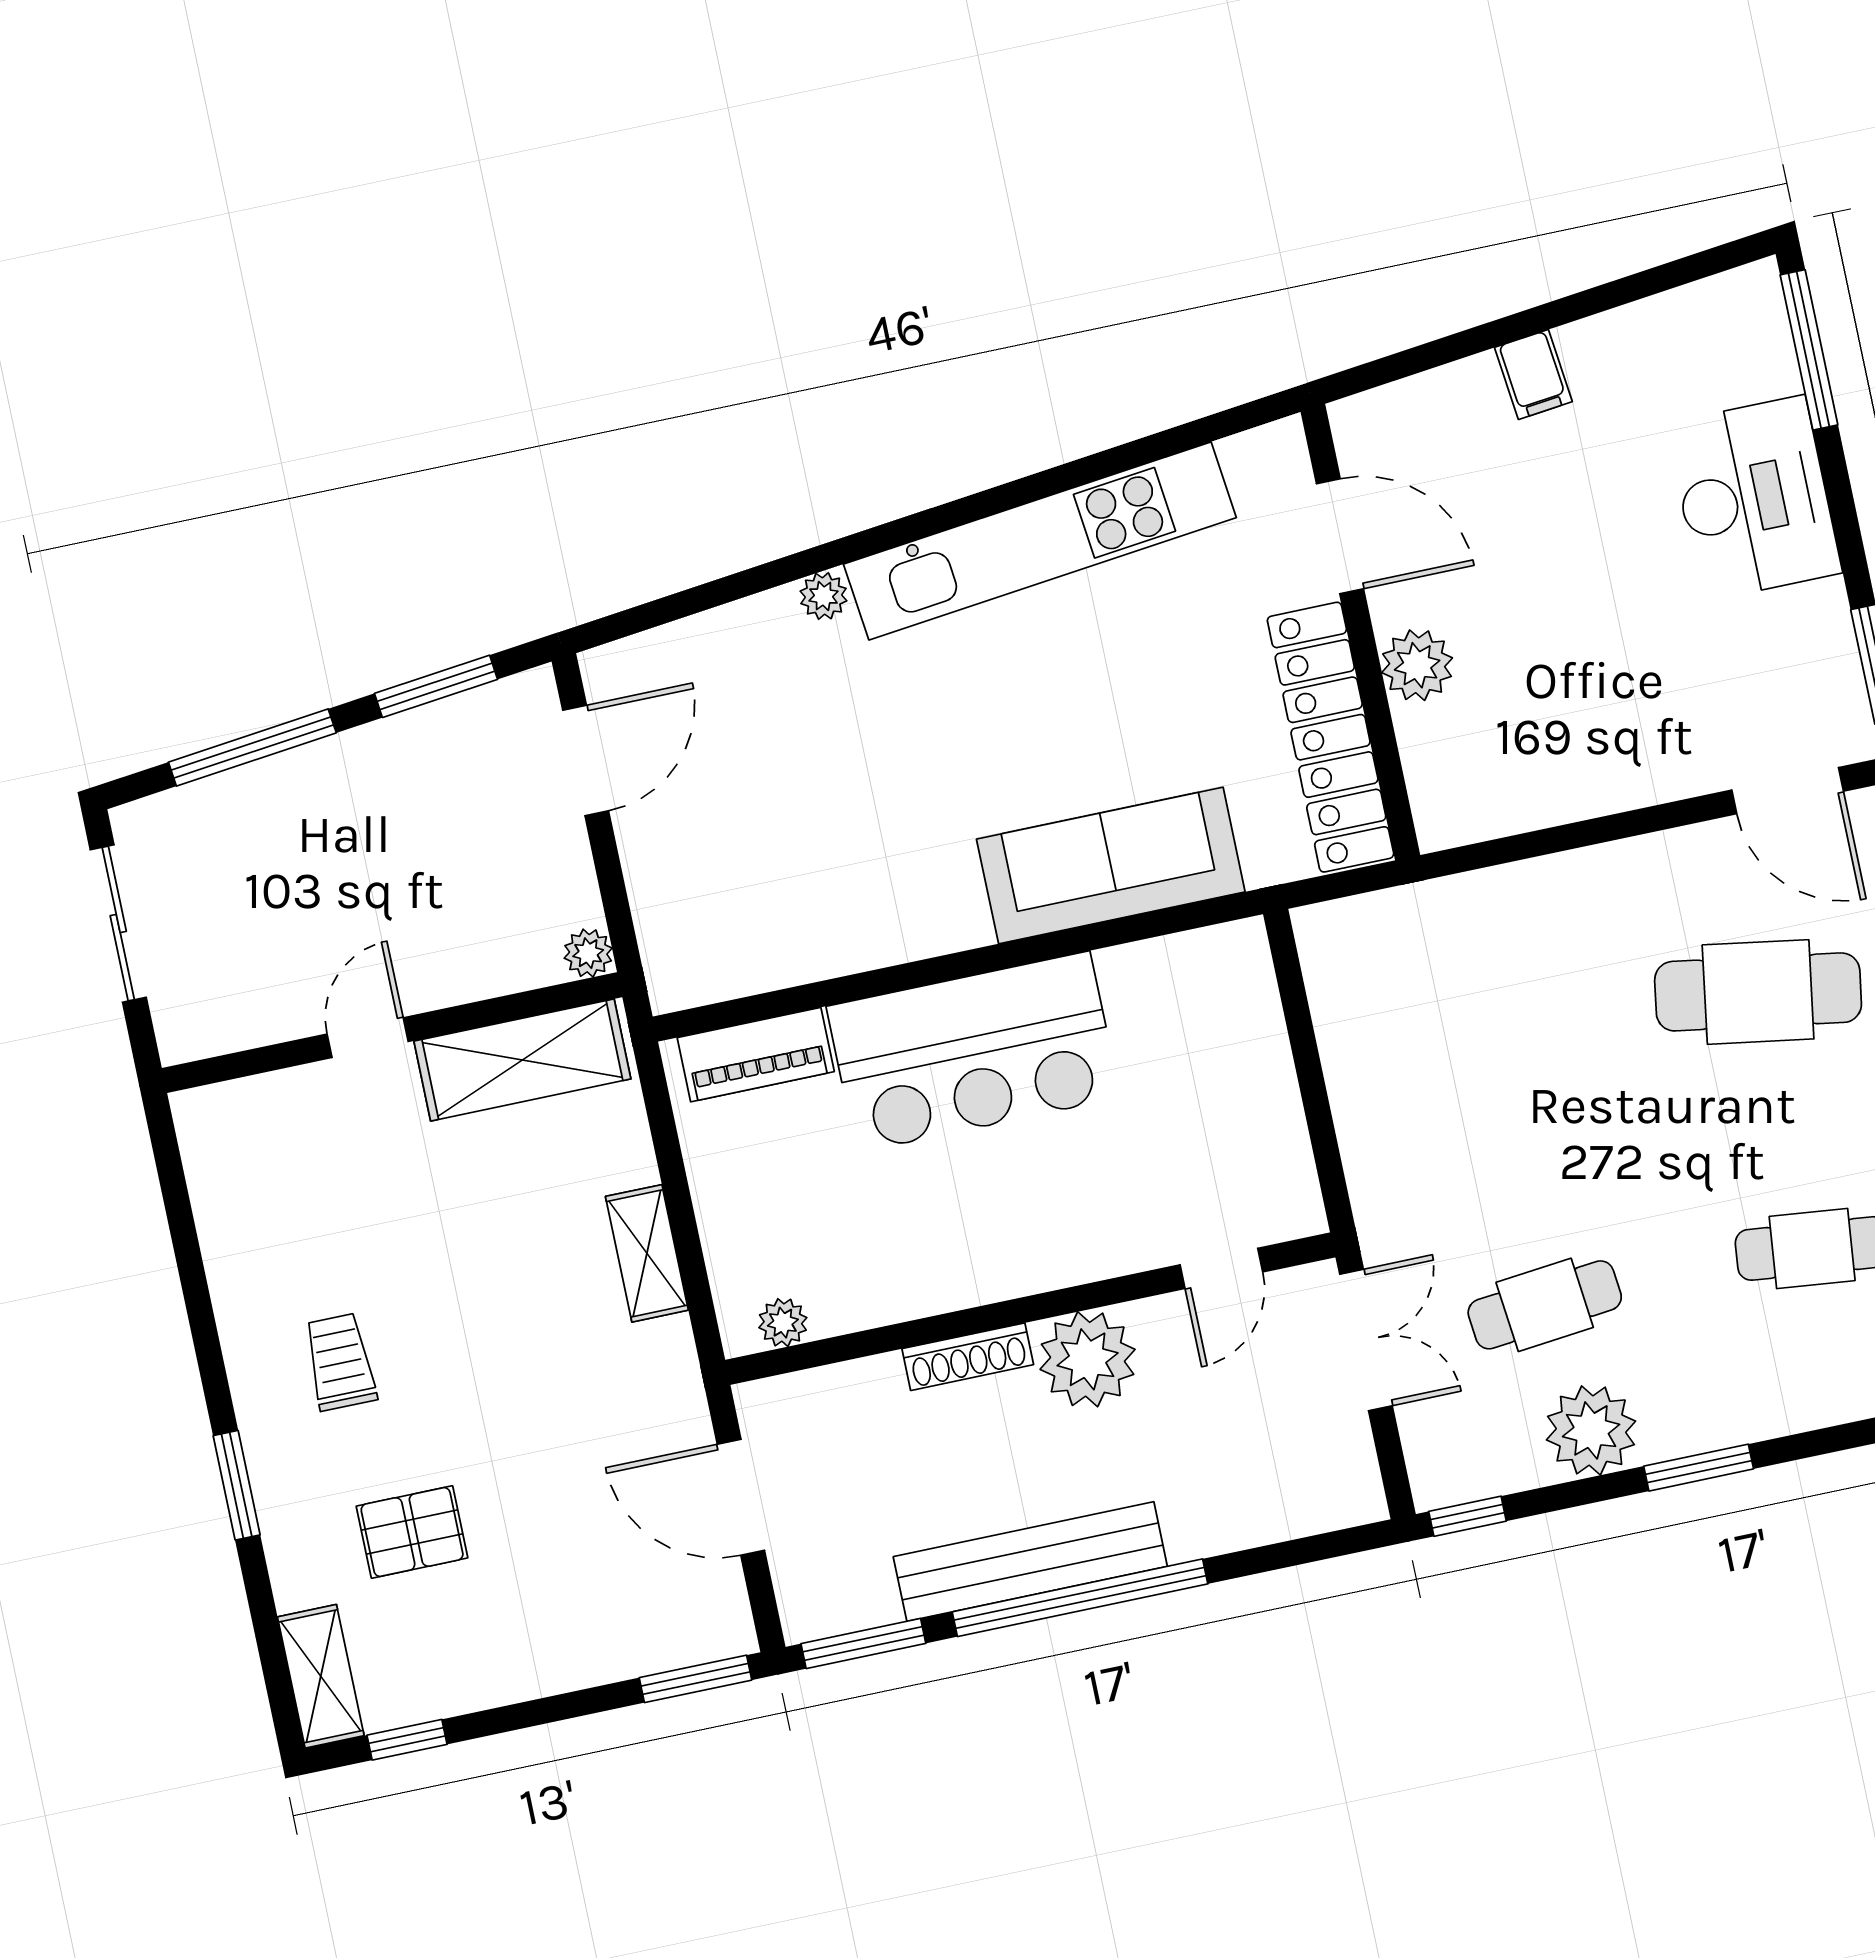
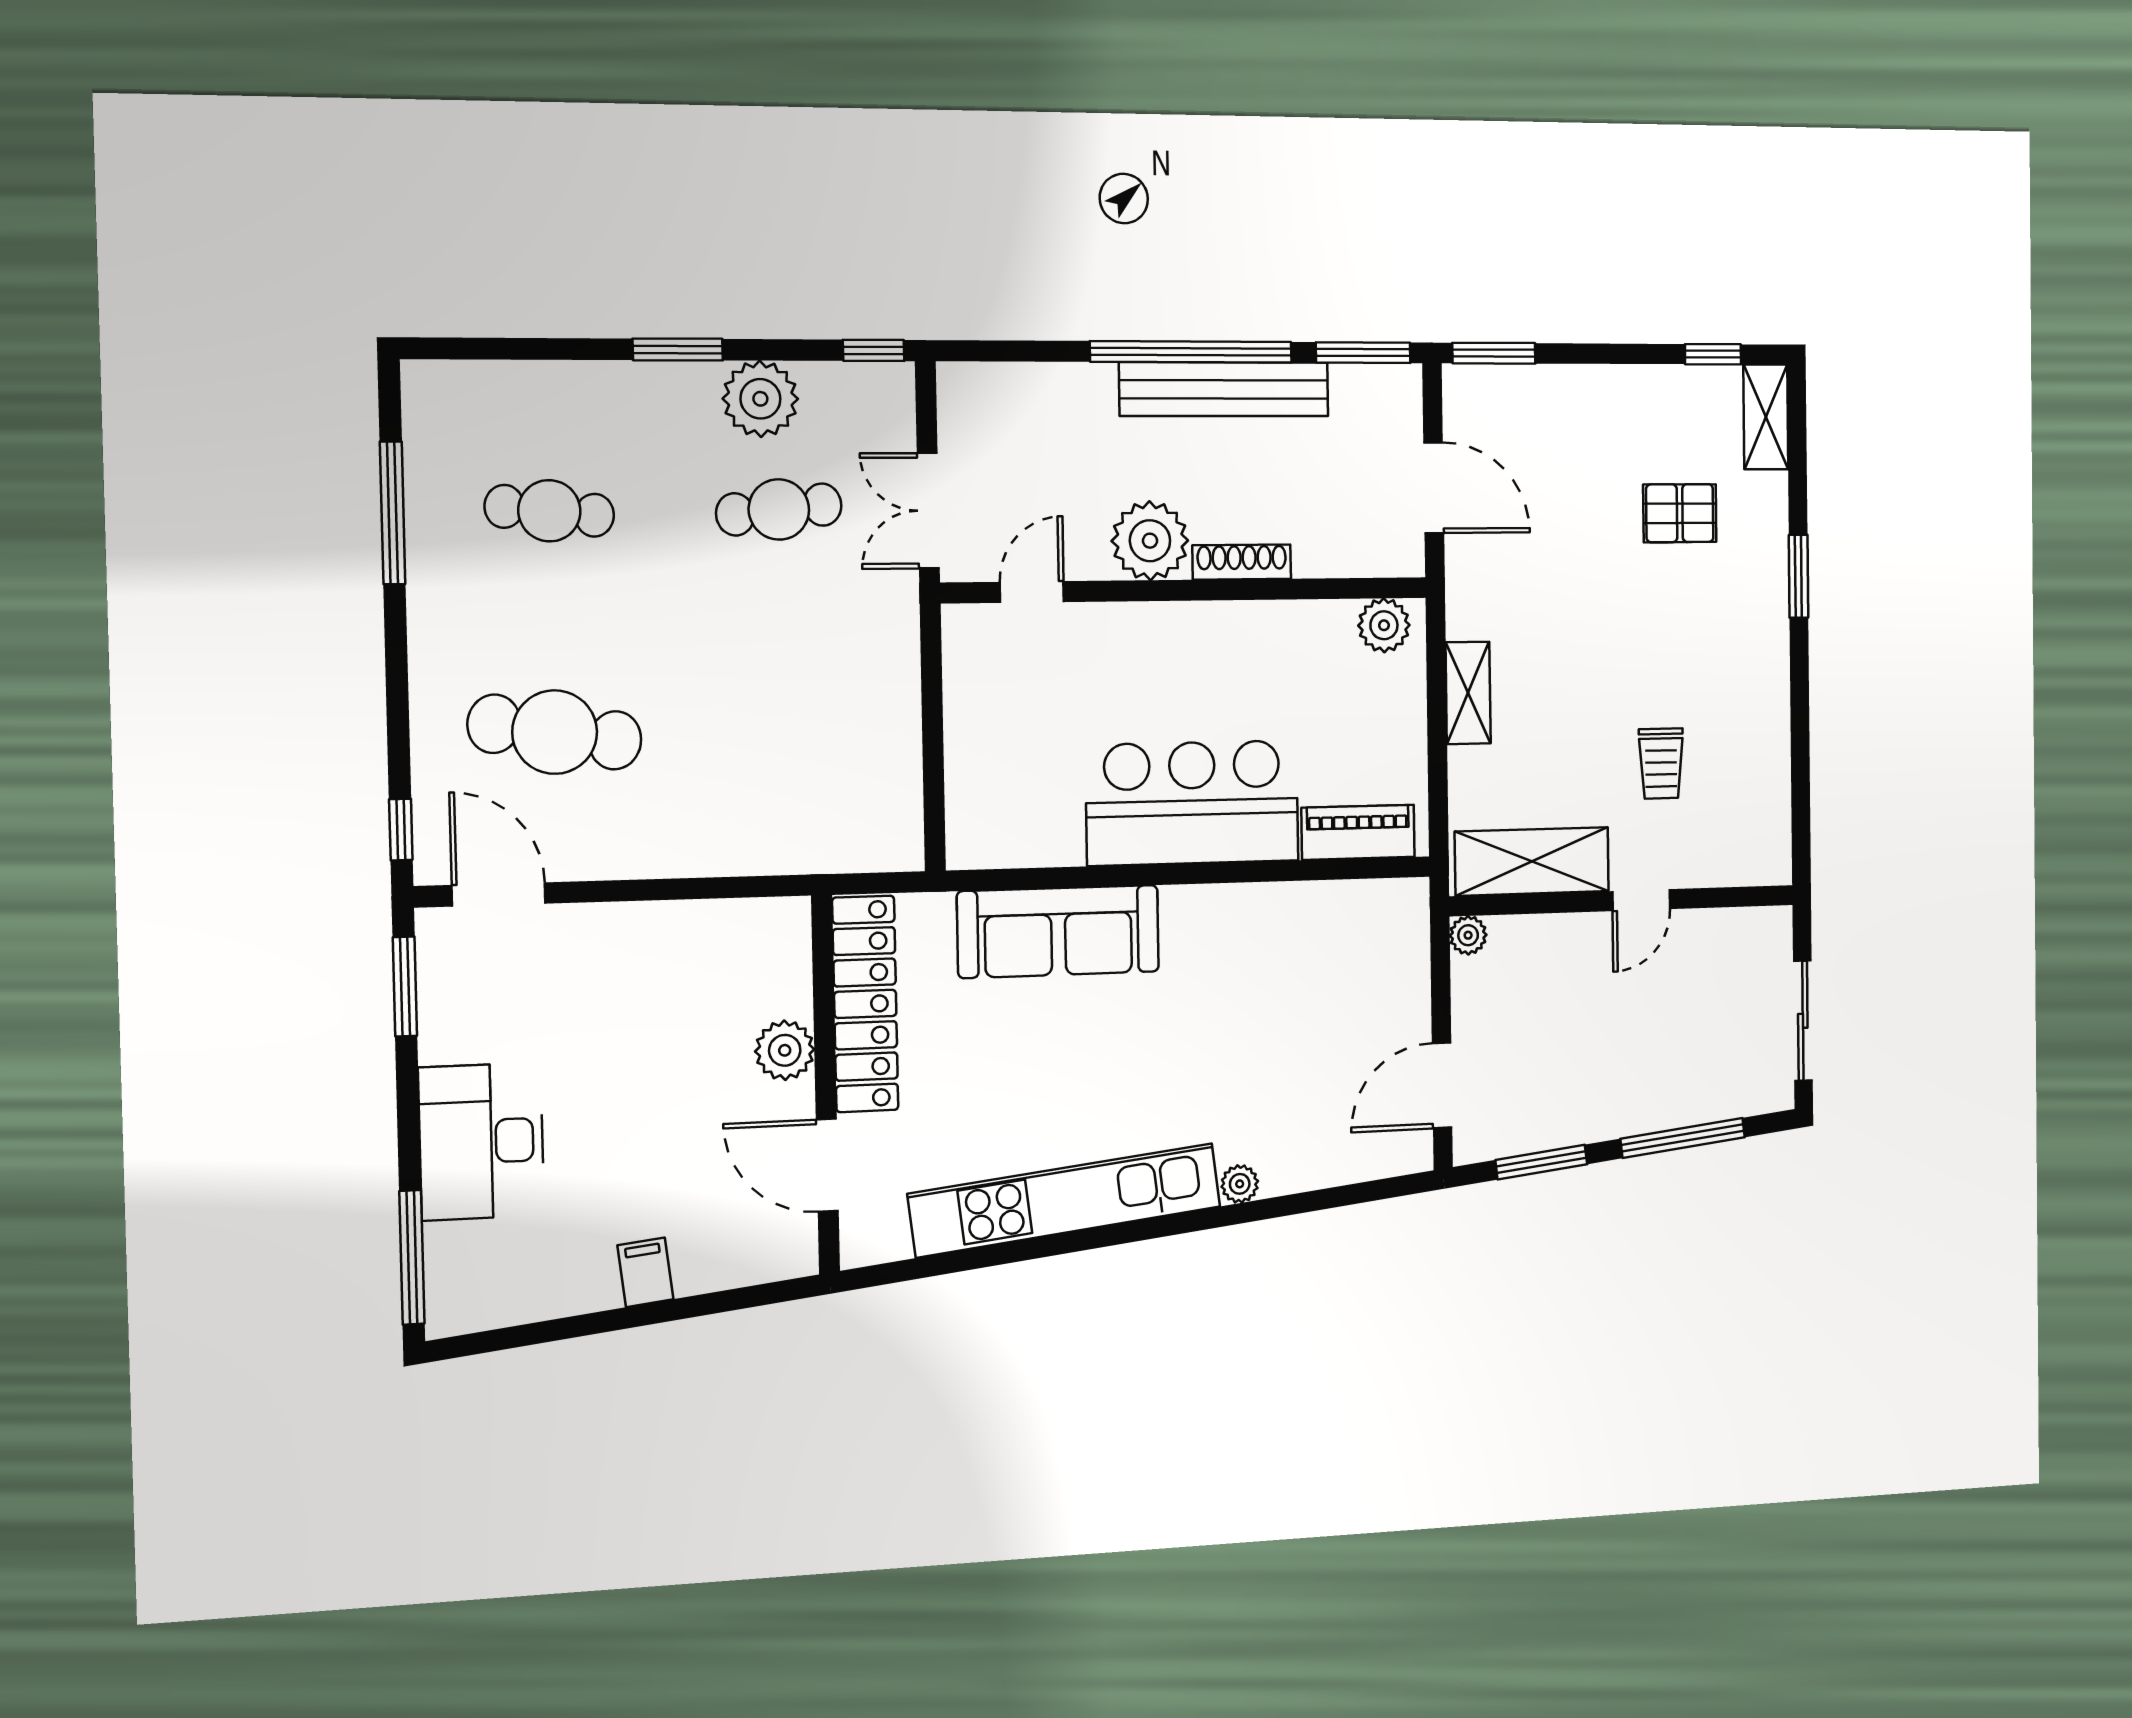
plant: (783, 1323) -> (1384, 625), width x1.38, depth x1.38
trolley: (340, 1362) -> (1661, 763), moved

